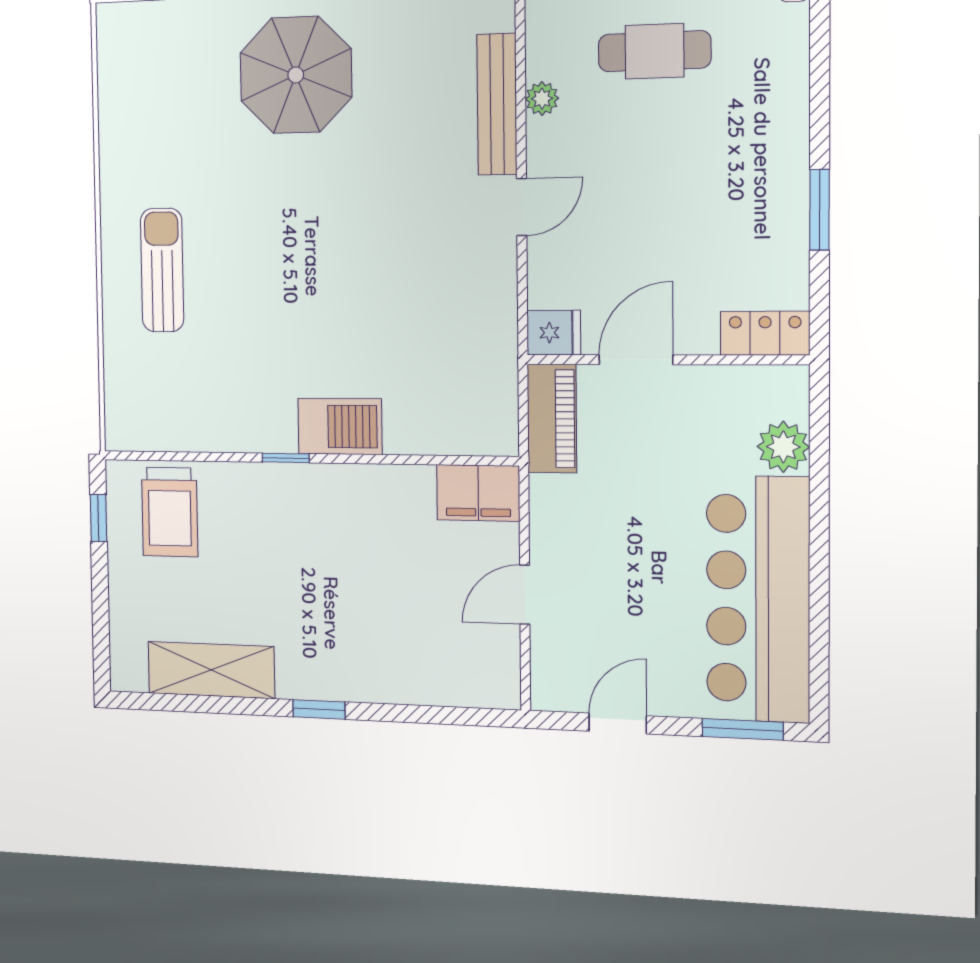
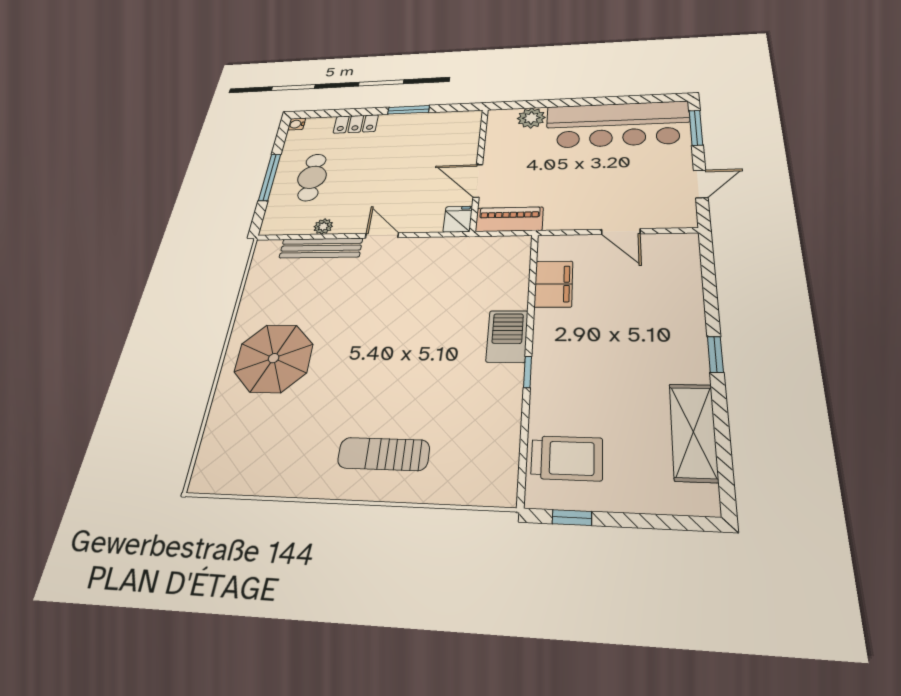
locker: (765, 333) -> (356, 124), moved, turned -90
filing cabinet: (478, 493) -> (554, 284), moved
door: (618, 723) -> (701, 184), swing flipped

